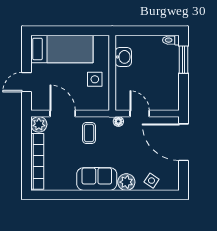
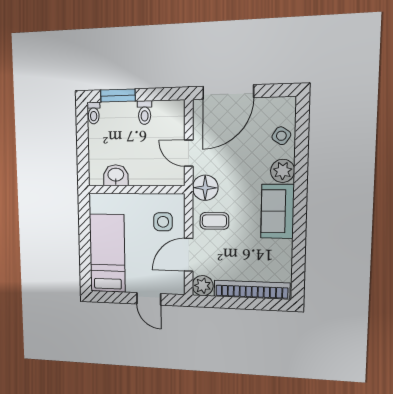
side table: (95, 79) -> (163, 222), moved
toilet: (170, 80) -> (145, 113), added
door: (140, 113) -> (189, 153), hinge flipped
floor lamp: (118, 121) -> (205, 188), width x1.89, depth x1.89

